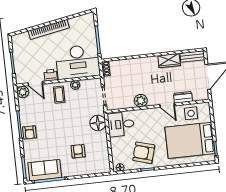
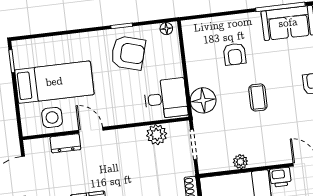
coffee table: (59, 95) -> (258, 97), moved
plant: (141, 101) -> (157, 135), moved
bed: (190, 140) -> (54, 82), width x0.67

